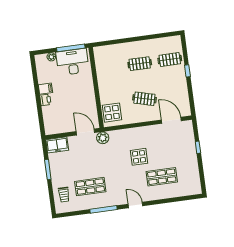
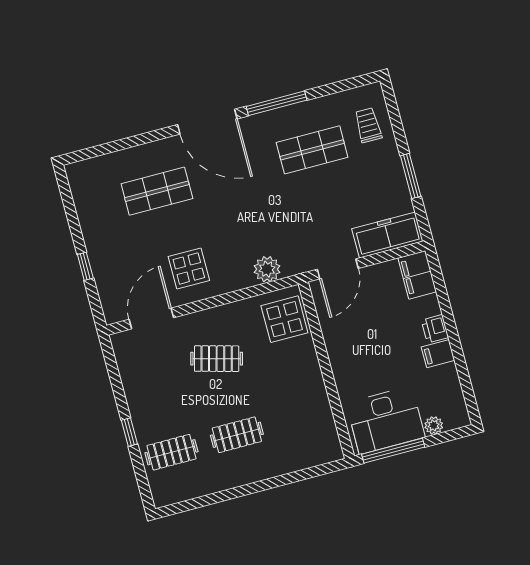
door: (171, 120) -> (151, 318), swing flipped
filing cabinet: (50, 125) -> (417, 275), added
door: (85, 132) -> (338, 269), hinge flipped
plant: (103, 138) -> (267, 269), moved
freezer: (57, 145) -> (387, 235), width x1.40
display table: (139, 157) -> (189, 269), moved
door: (135, 205) -> (207, 122), width x1.88

